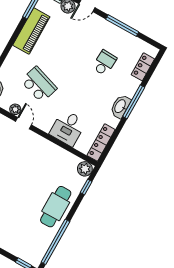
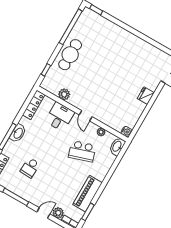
school desk: (39, 85) -> (82, 151), turned -36
door: (23, 123) -> (86, 116), moved
plant: (85, 169) -> (64, 94), moved

